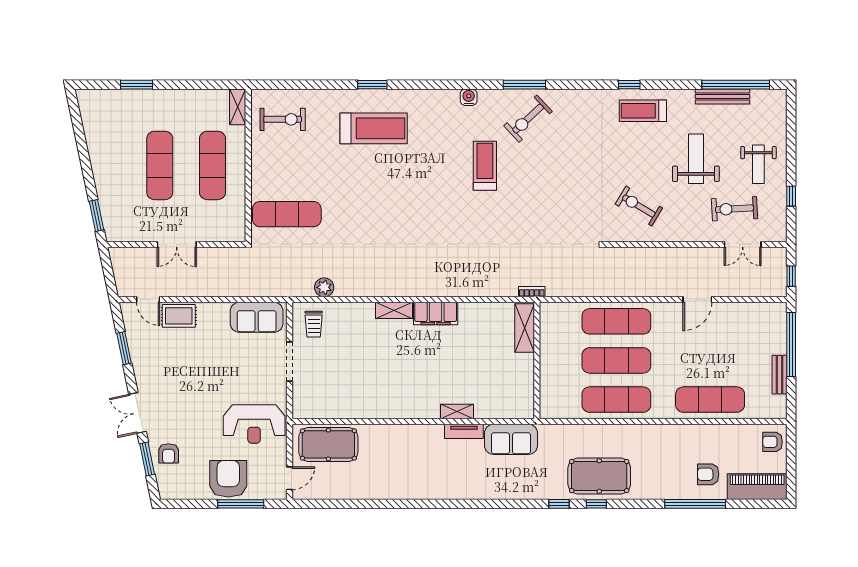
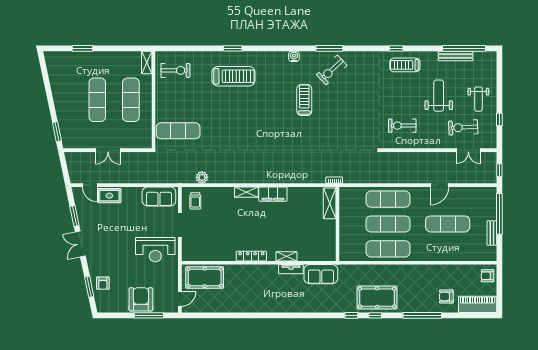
exercise bike: (639, 206) -> (402, 126), turned -31
exercise mat: (710, 400) -> (448, 224), moved
locker: (402, 411) -> (251, 256), added
double door: (138, 413) -> (80, 244), moved
reception desk: (254, 424) -> (155, 250), moved
window: (695, 504) -> (422, 315), moved

